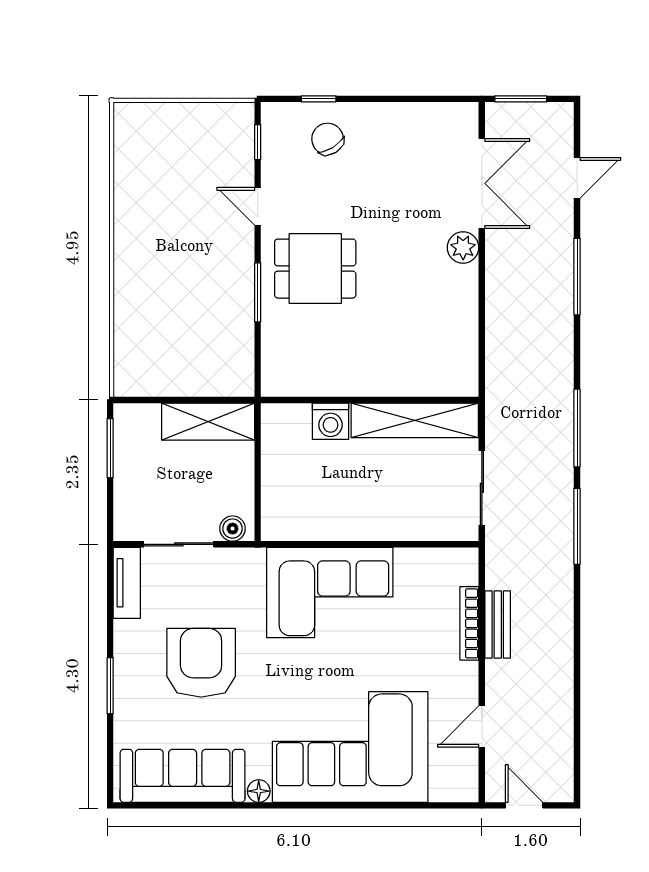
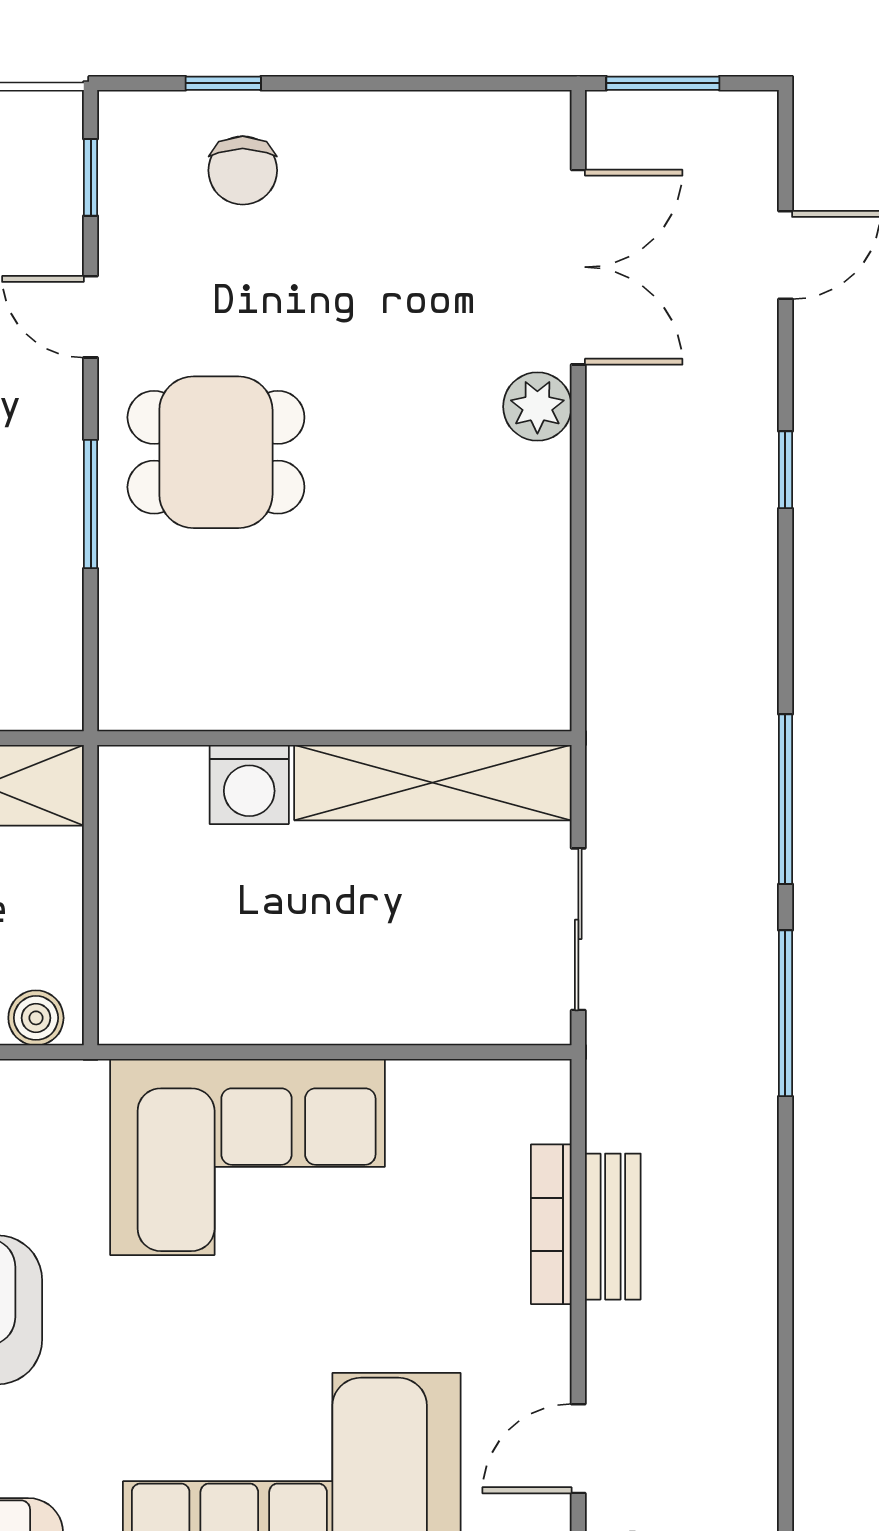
chair: (328, 139) -> (243, 170), turned -148
window: (577, 277) -> (785, 470), width x0.46

